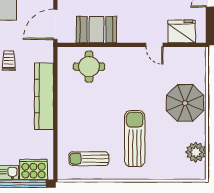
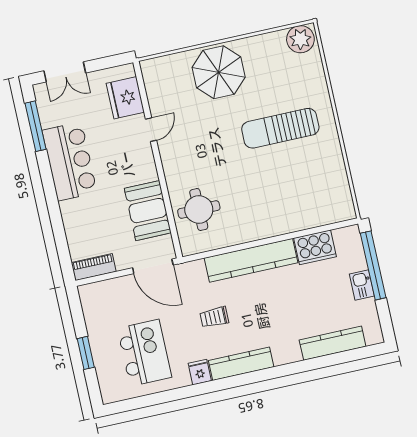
plant: (196, 152) -> (300, 39), moved
sun lounger: (89, 159) -> (320, 183), removed
cooker: (33, 169) -> (315, 247), moved, turned -90

